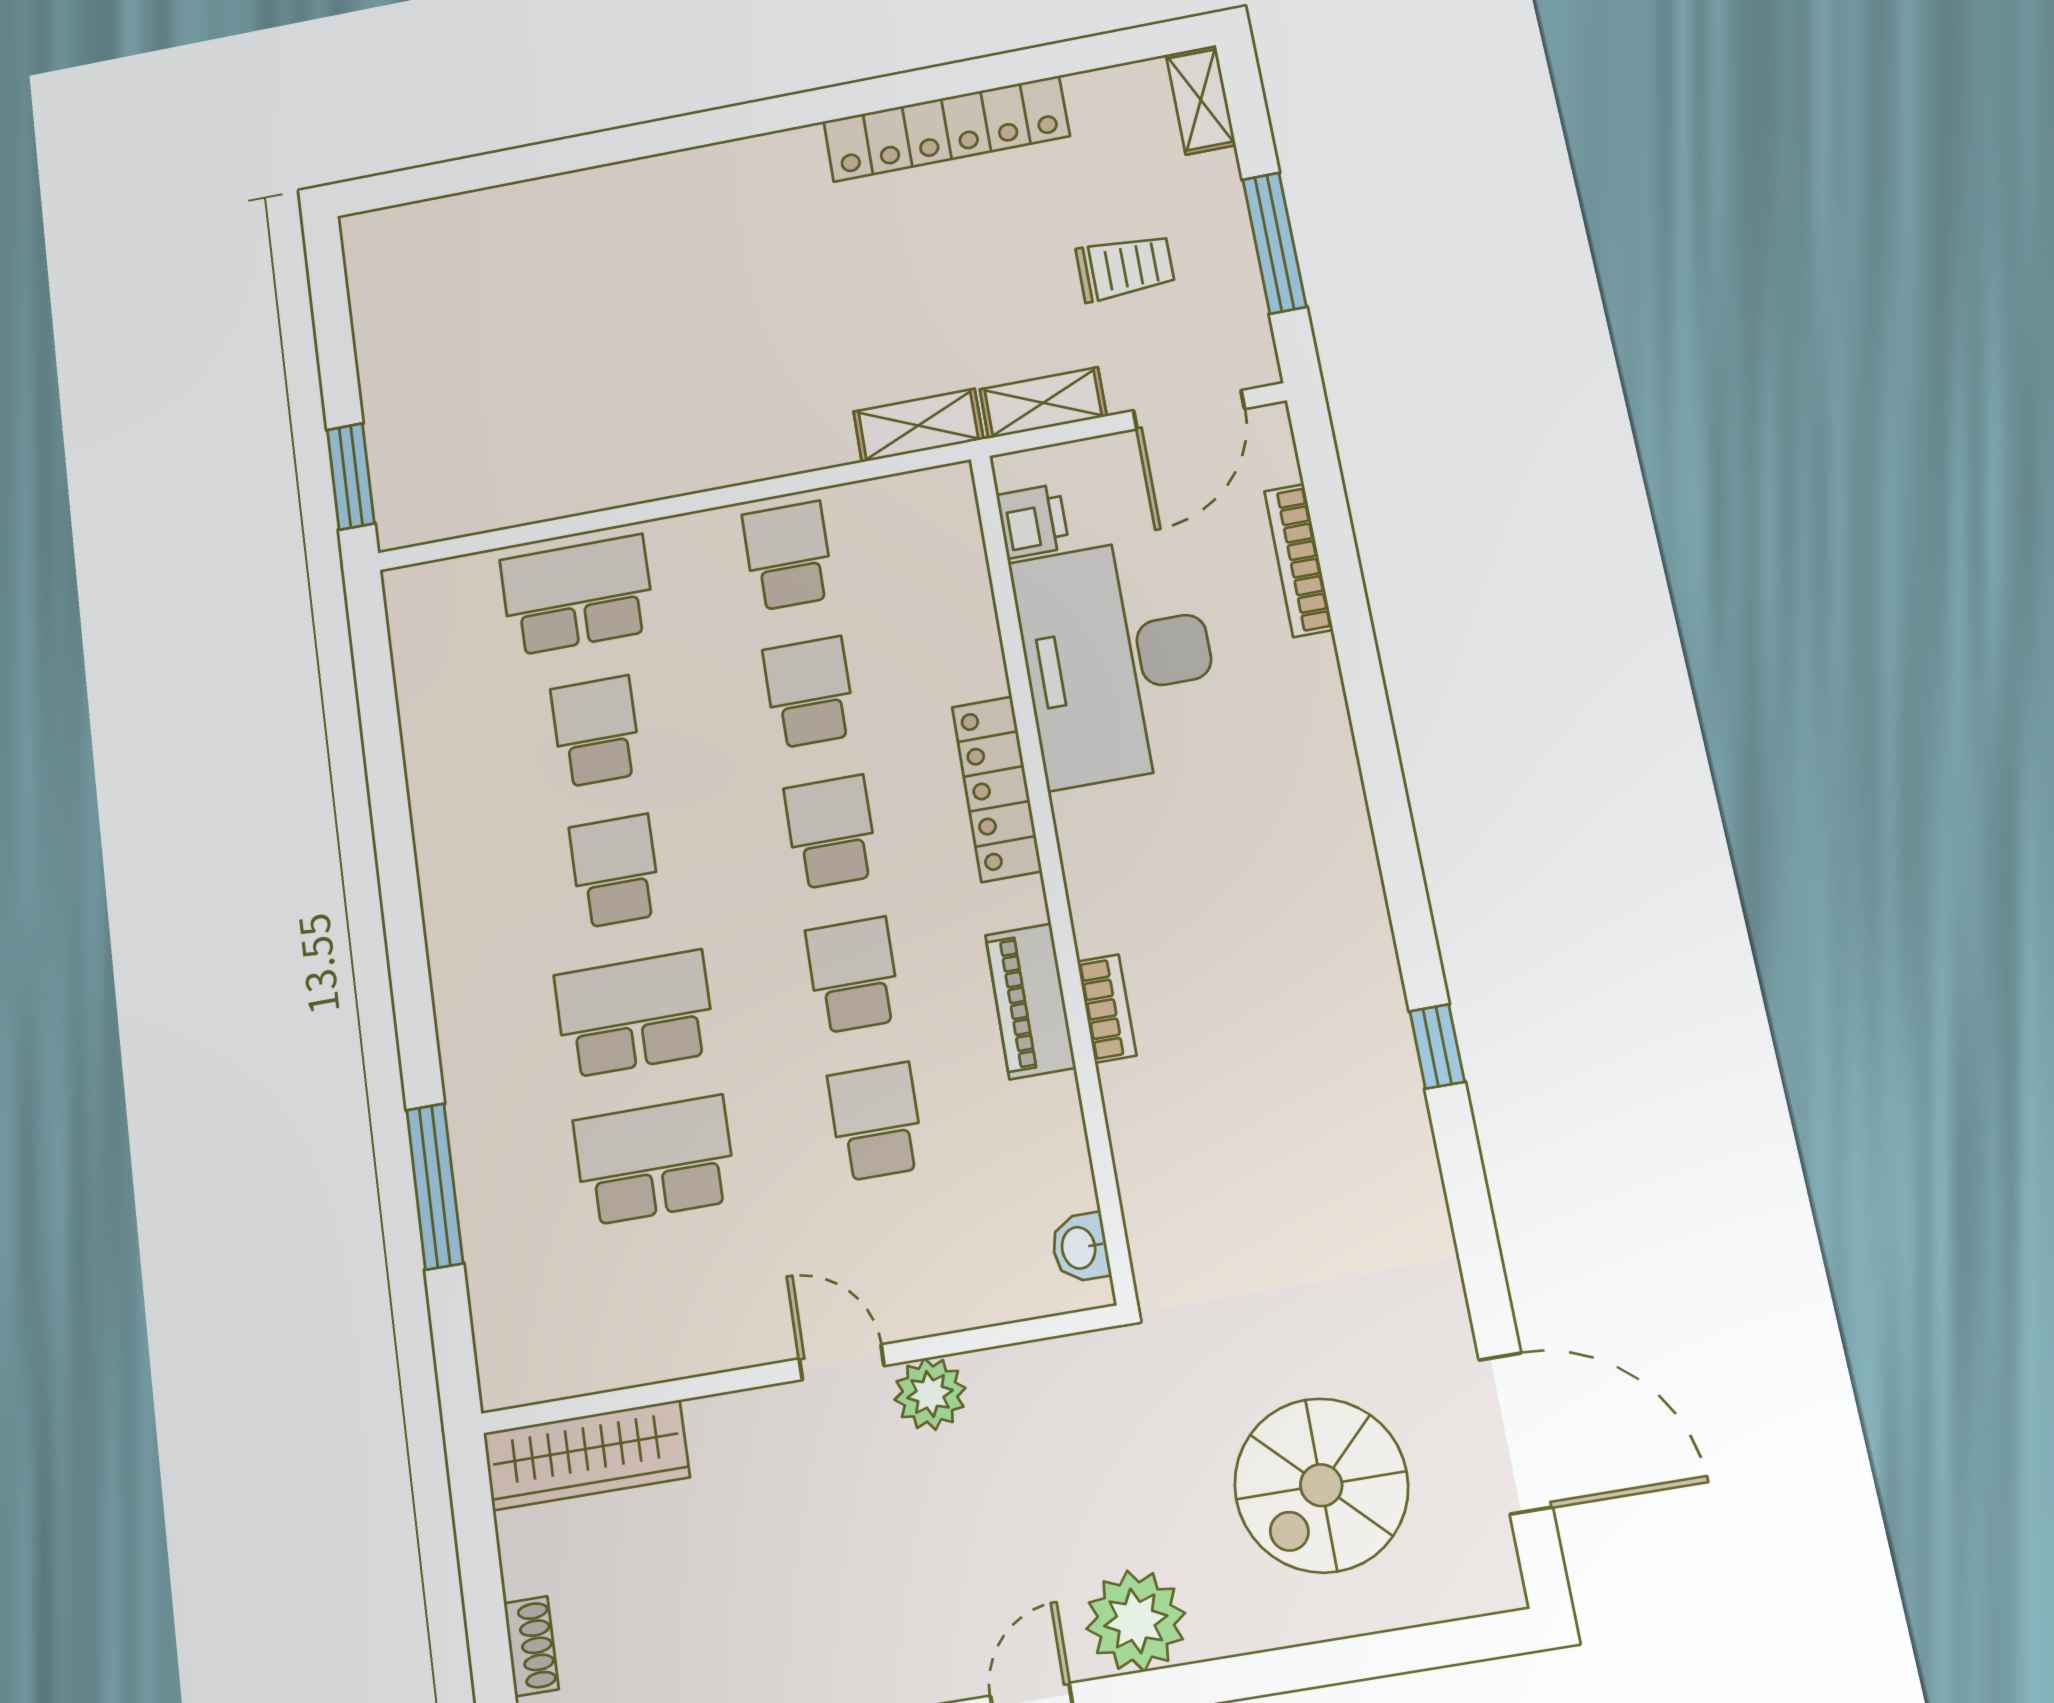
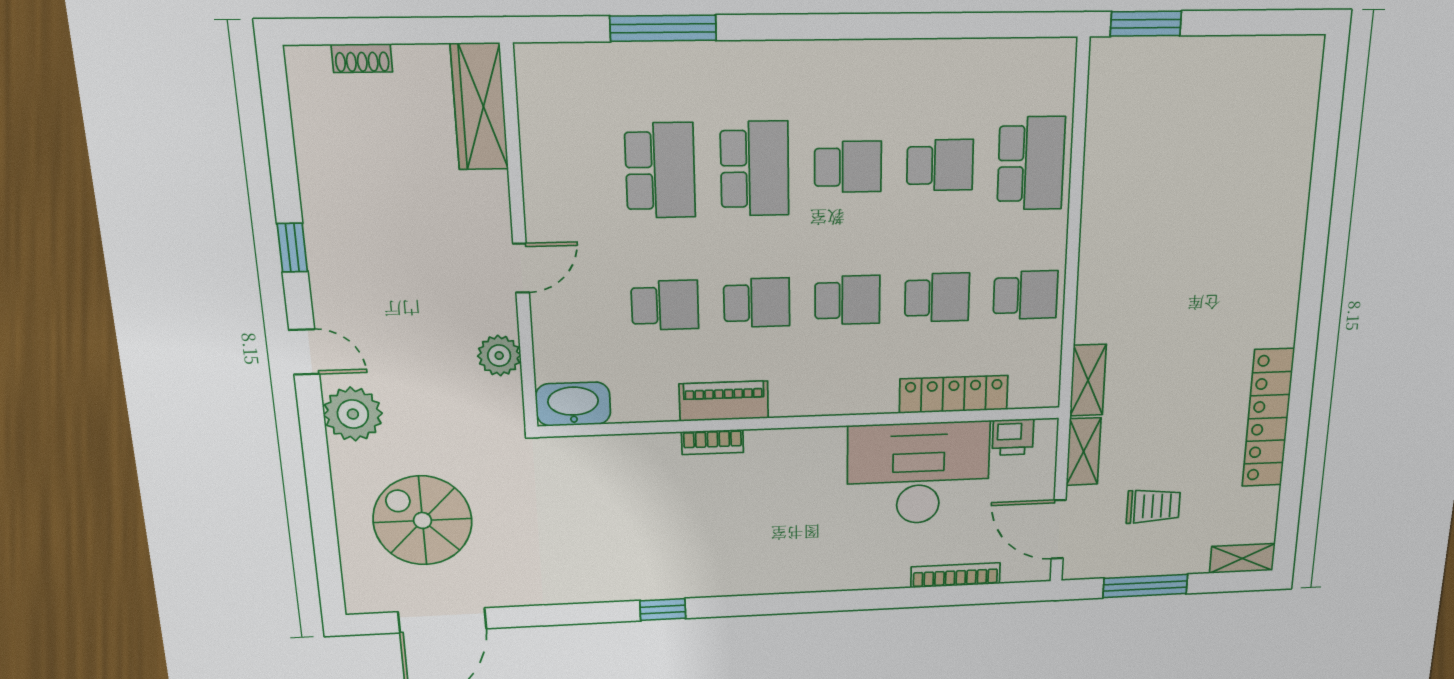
trolley: (1125, 267) -> (1153, 506), turned -90
locker: (997, 789) -> (954, 394), moved
washbasin: (1080, 1248) -> (573, 404), width x1.91, depth x1.45
plant: (930, 1394) -> (499, 356), moved

